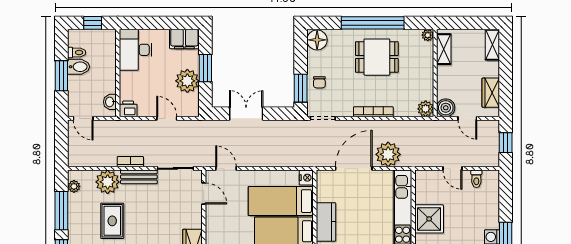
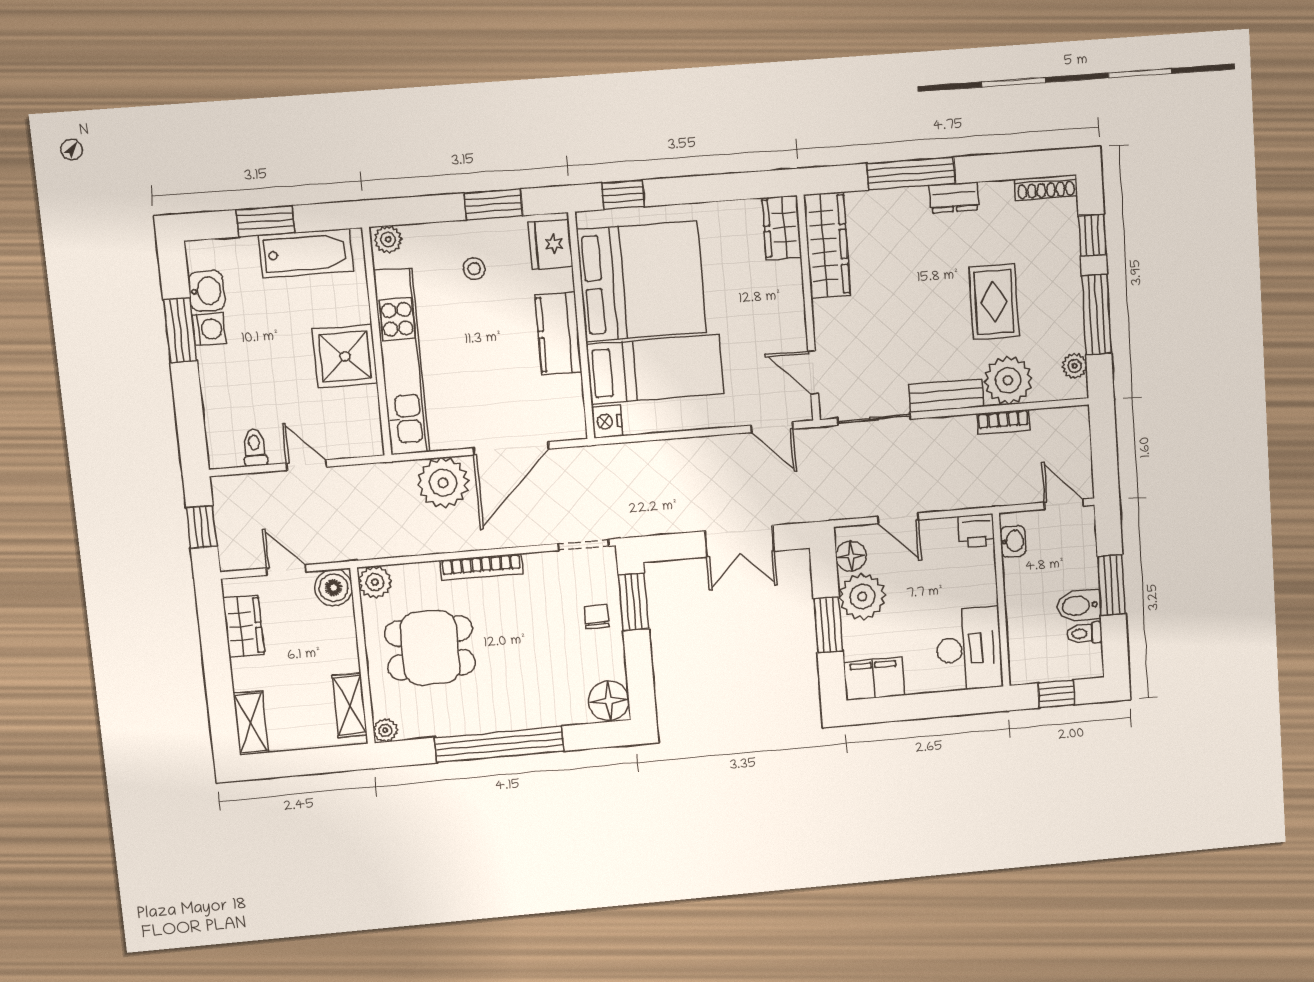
dining table: (377, 57) -> (430, 648), moved
floor lamp: (192, 101) -> (851, 556), added
bookcase: (130, 162) -> (1003, 422), moved

